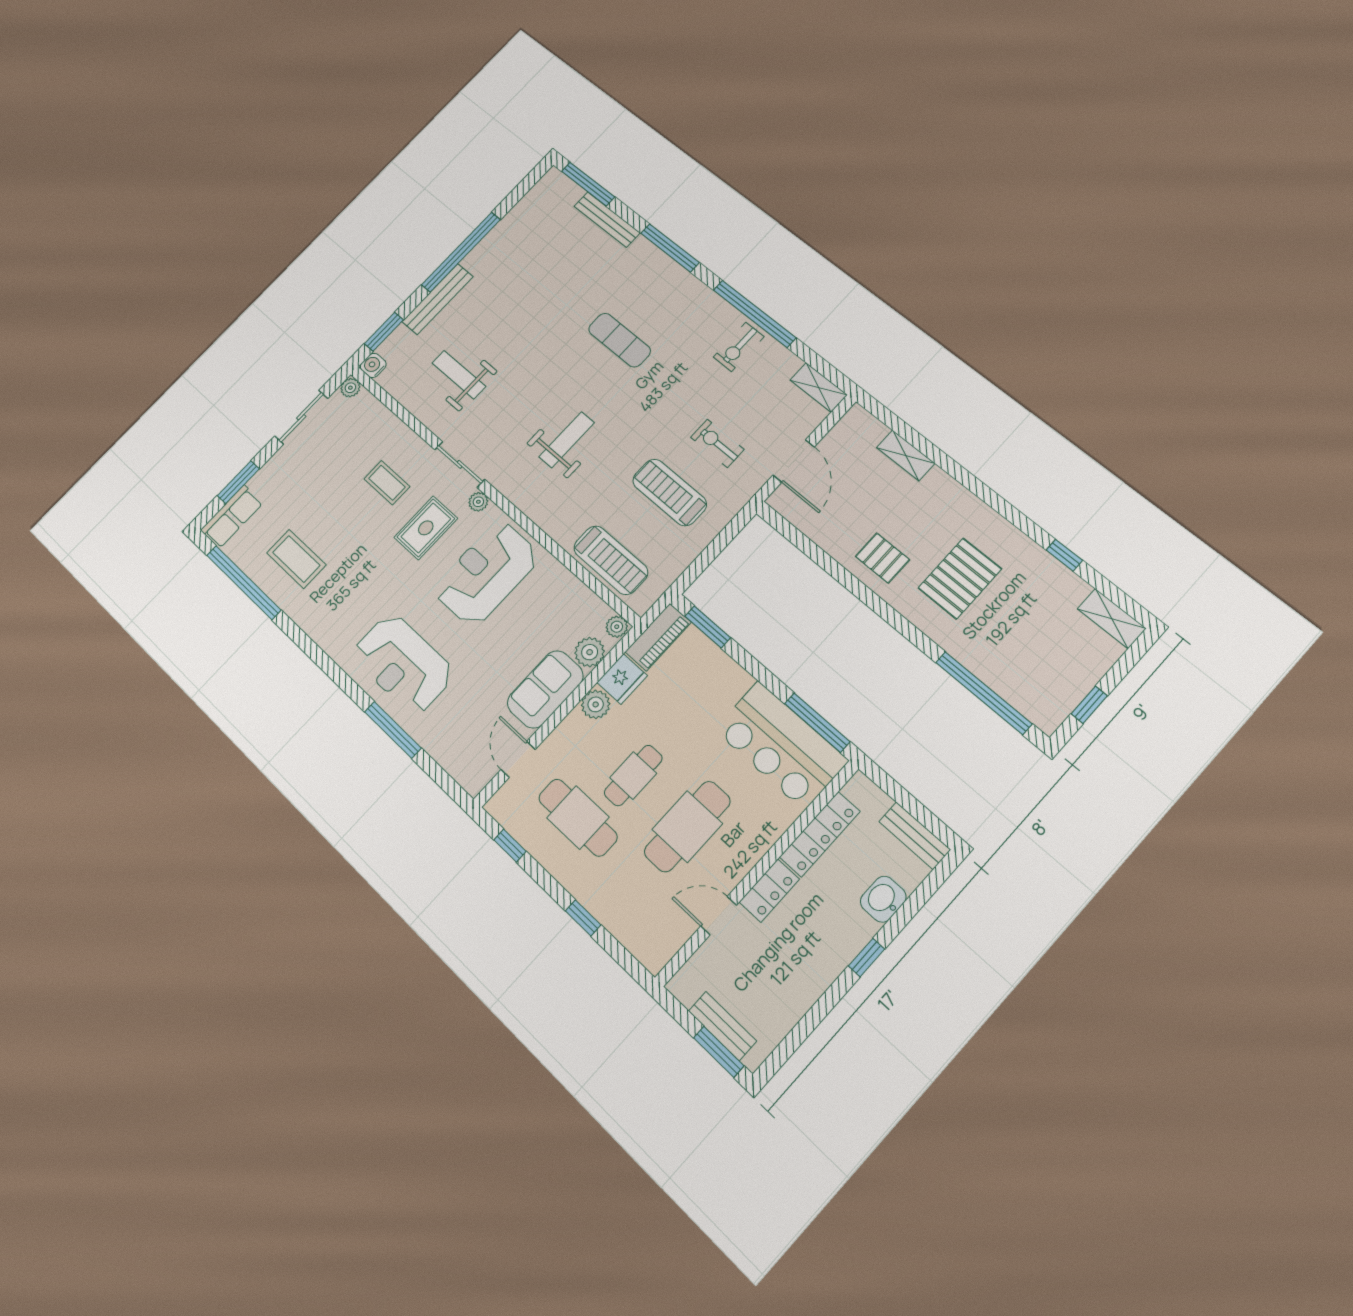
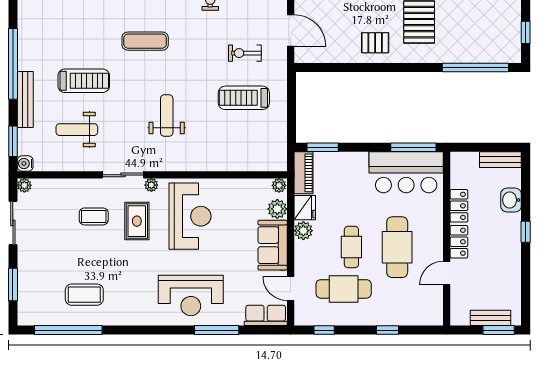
row of seats: (232, 517) -> (266, 315), moved, turned -90
treadmill: (611, 560) -> (84, 81), moved
reception desk: (486, 573) -> (190, 216), turned 180
locker: (820, 834) -> (459, 206), width x0.66

